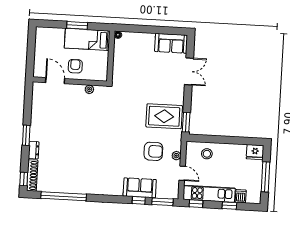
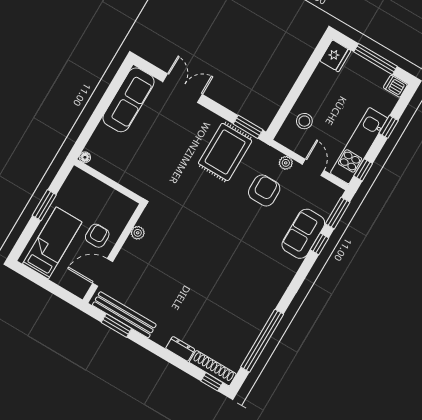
bed: (87, 39) -> (52, 243), moved, turned 180
sofa: (171, 43) -> (128, 100), width x1.36
armchair: (75, 66) -> (97, 236), turned 90
bench: (37, 107) -> (124, 315), added
window: (26, 135) -> (116, 325), moved
door: (182, 173) -> (313, 167), hinge flipped
dishwasher: (241, 196) -> (395, 86), moved

